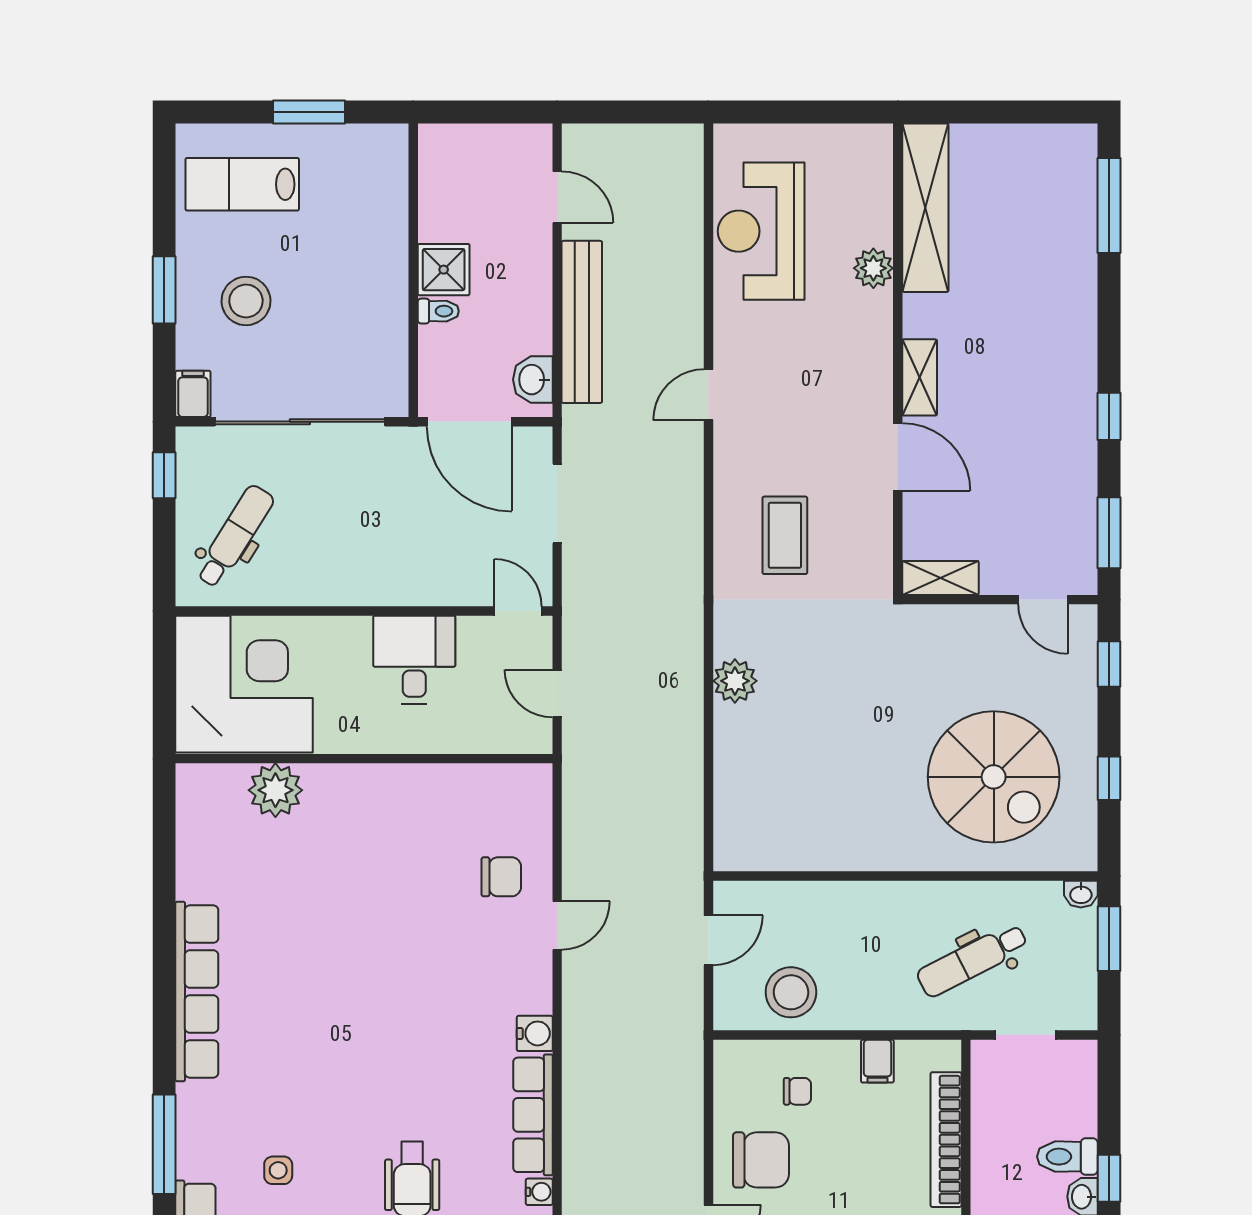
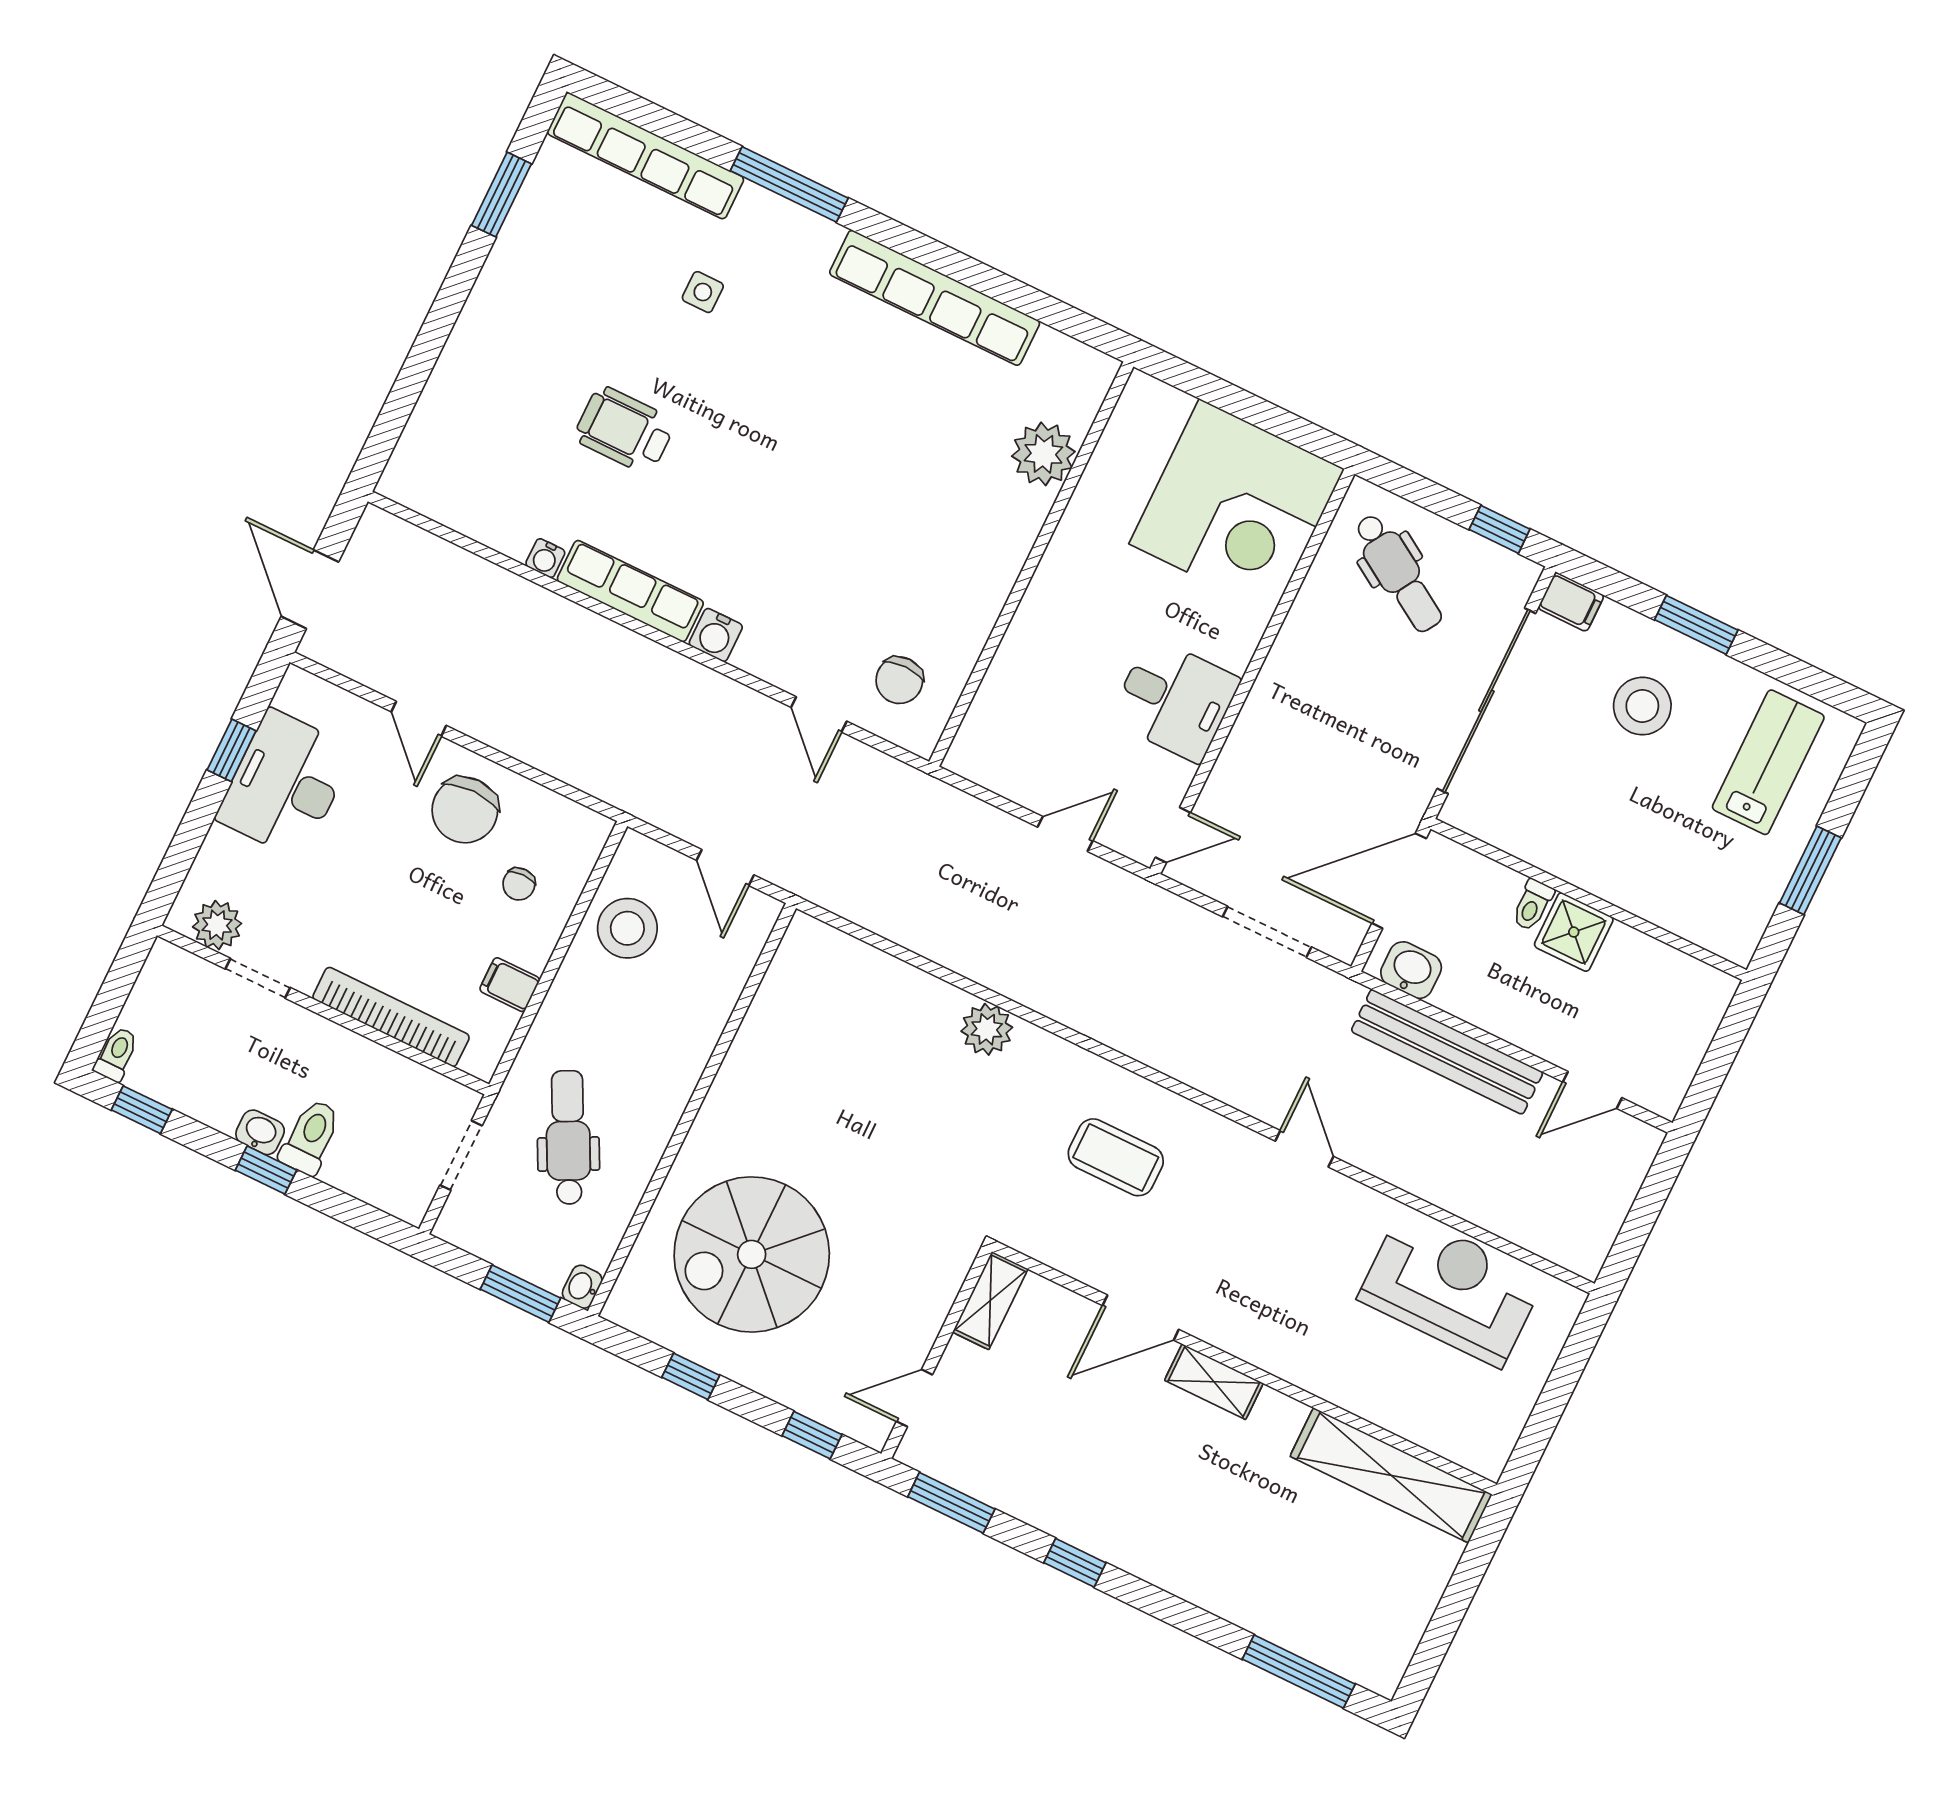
plant: (873, 268) -> (1354, 1389), removed
wall: (364, 759) -> (1031, 564), moved
plant: (275, 790) -> (1043, 454), moved

